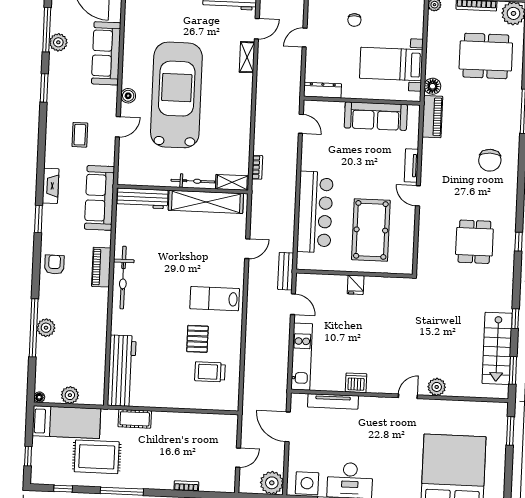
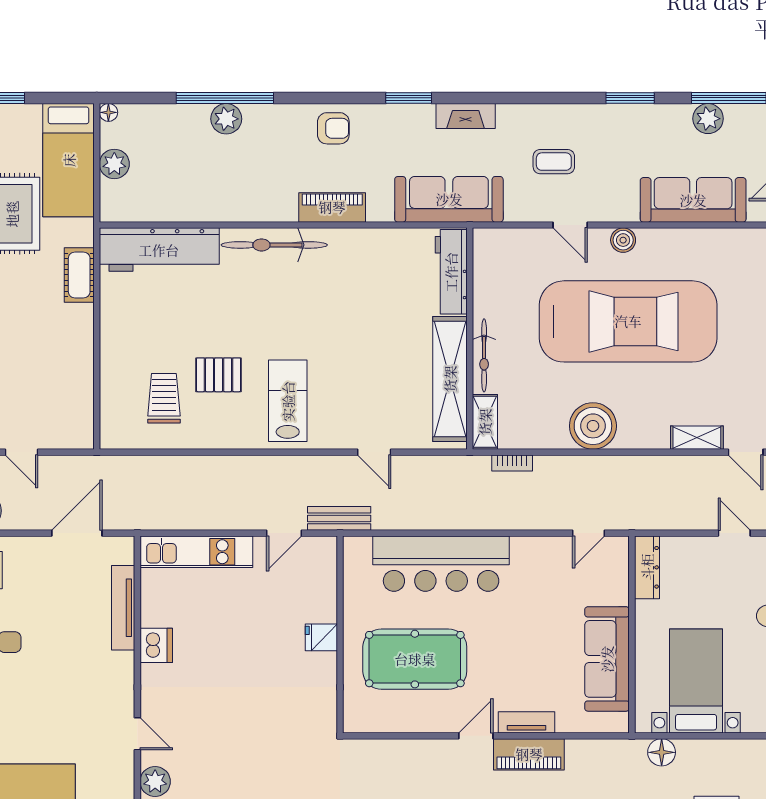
piano: (432, 117) -> (529, 754), moved
boiler: (237, 118) -> (593, 426), added
bicycle: (123, 278) -> (274, 245), moved

